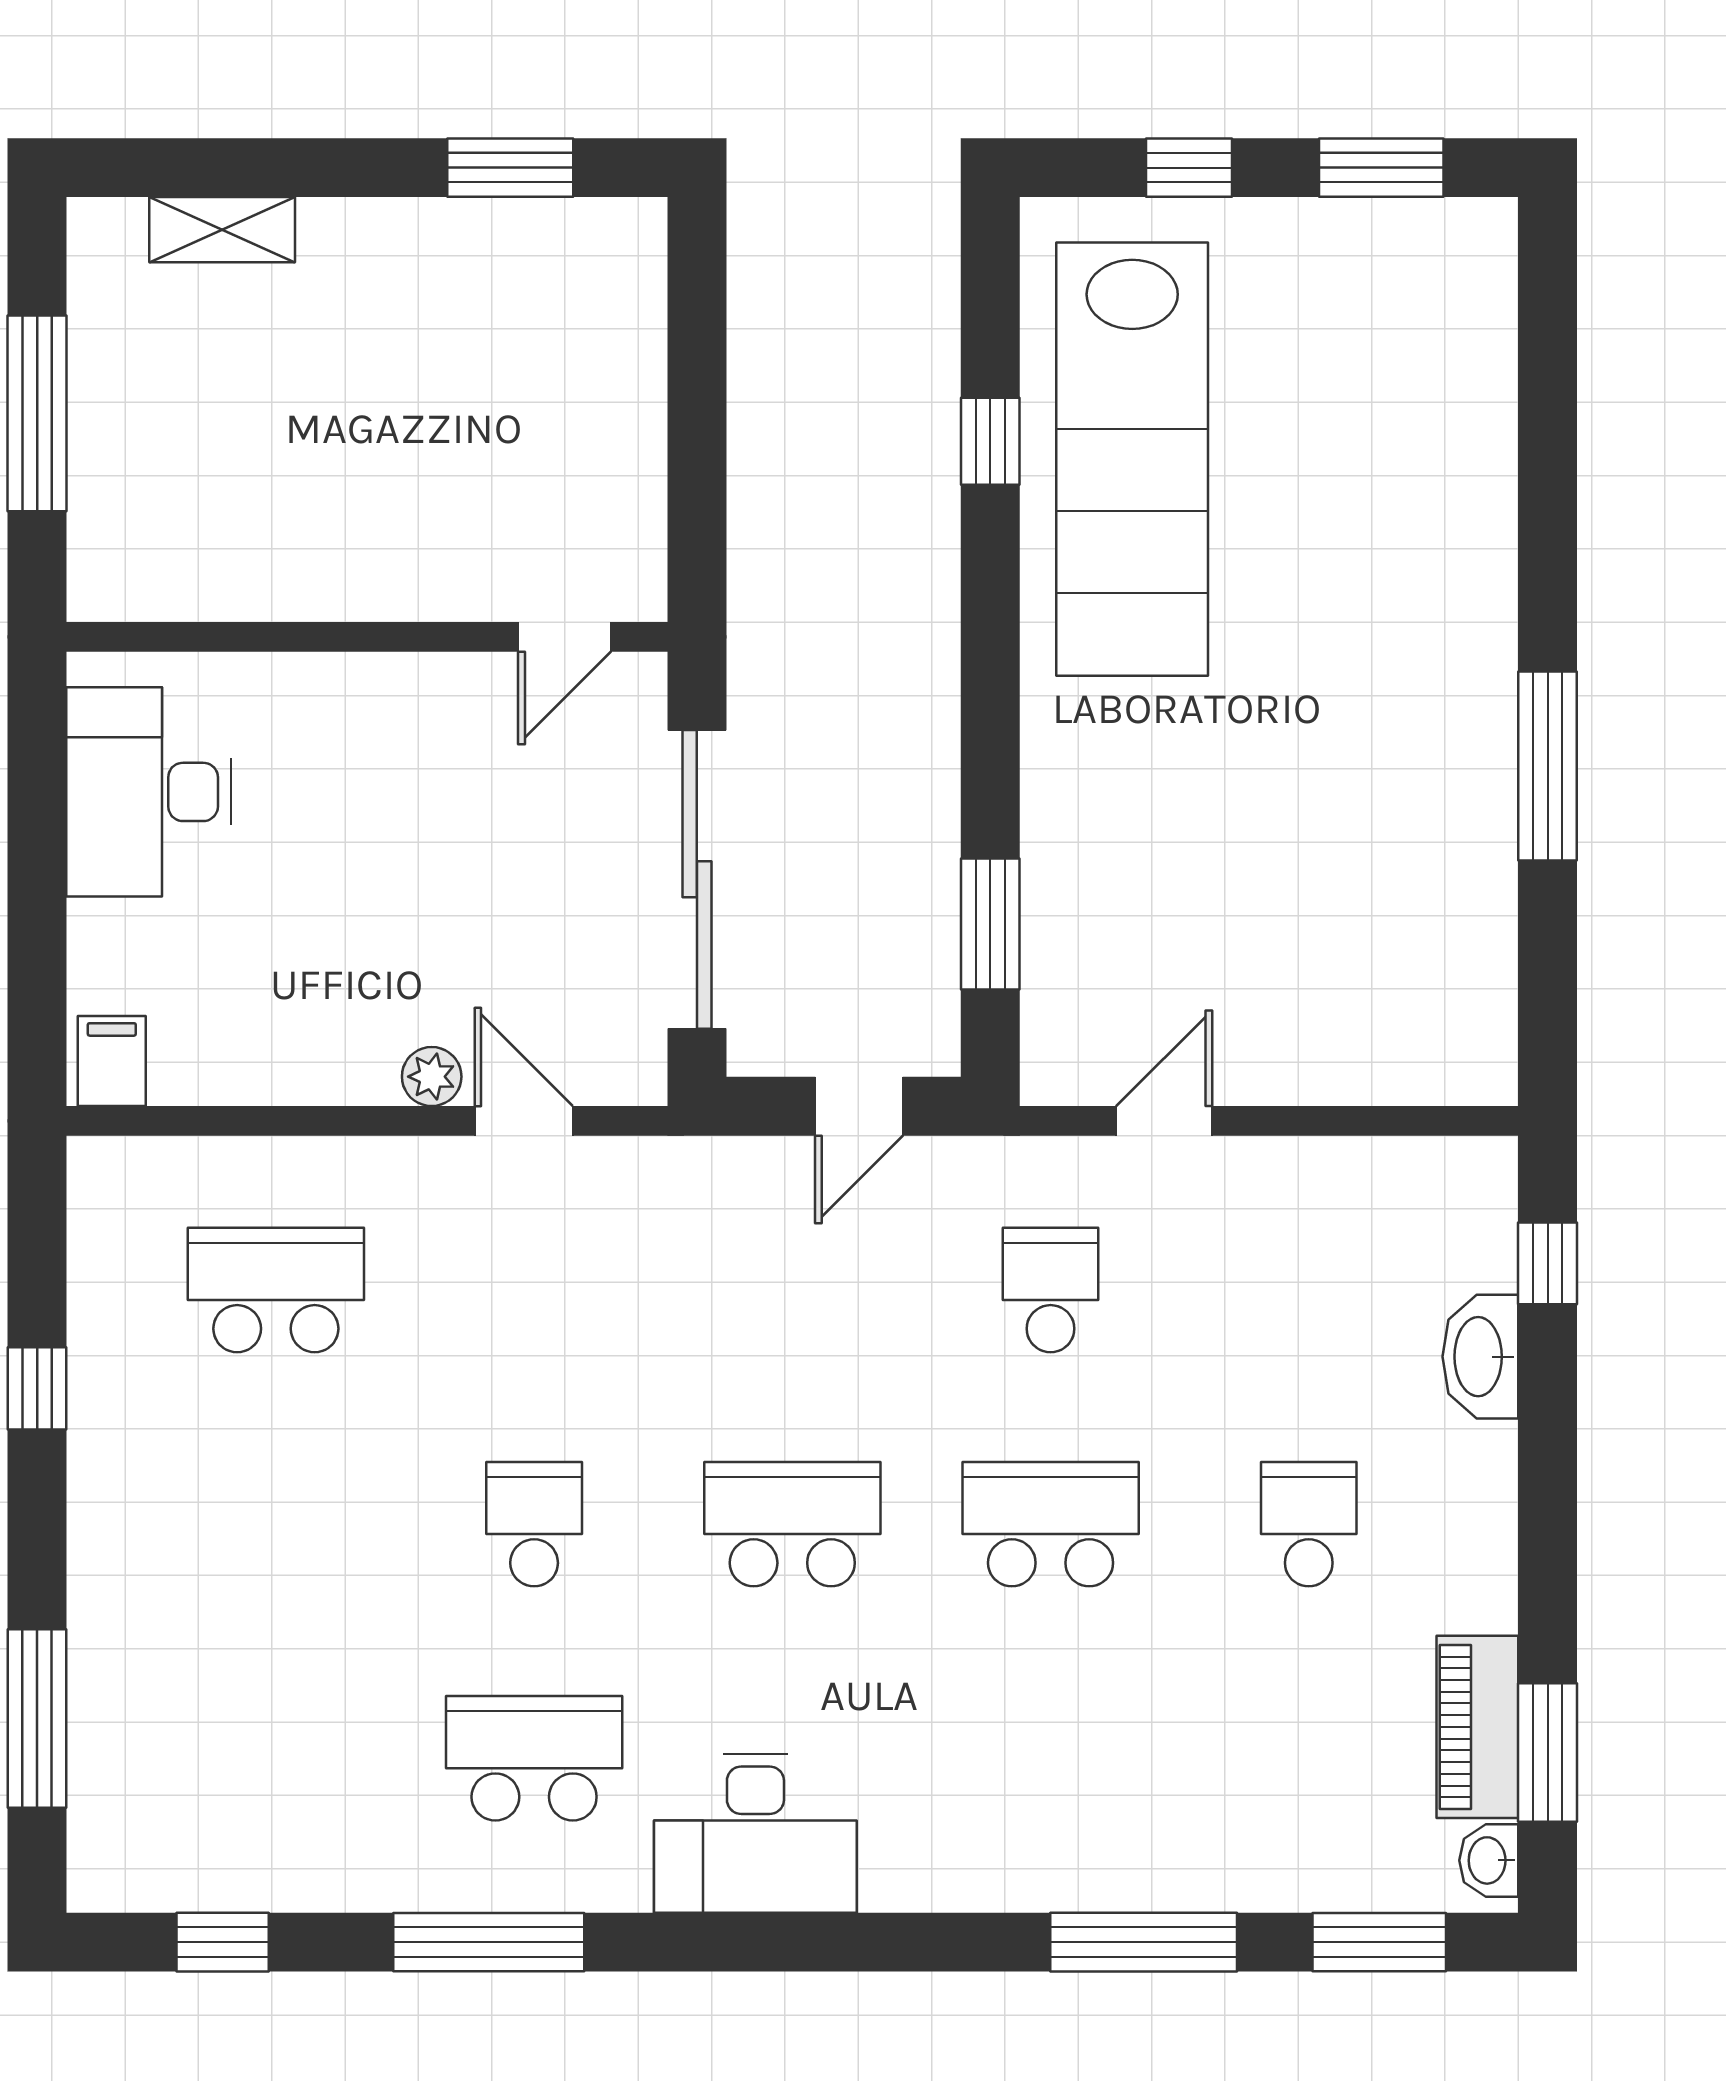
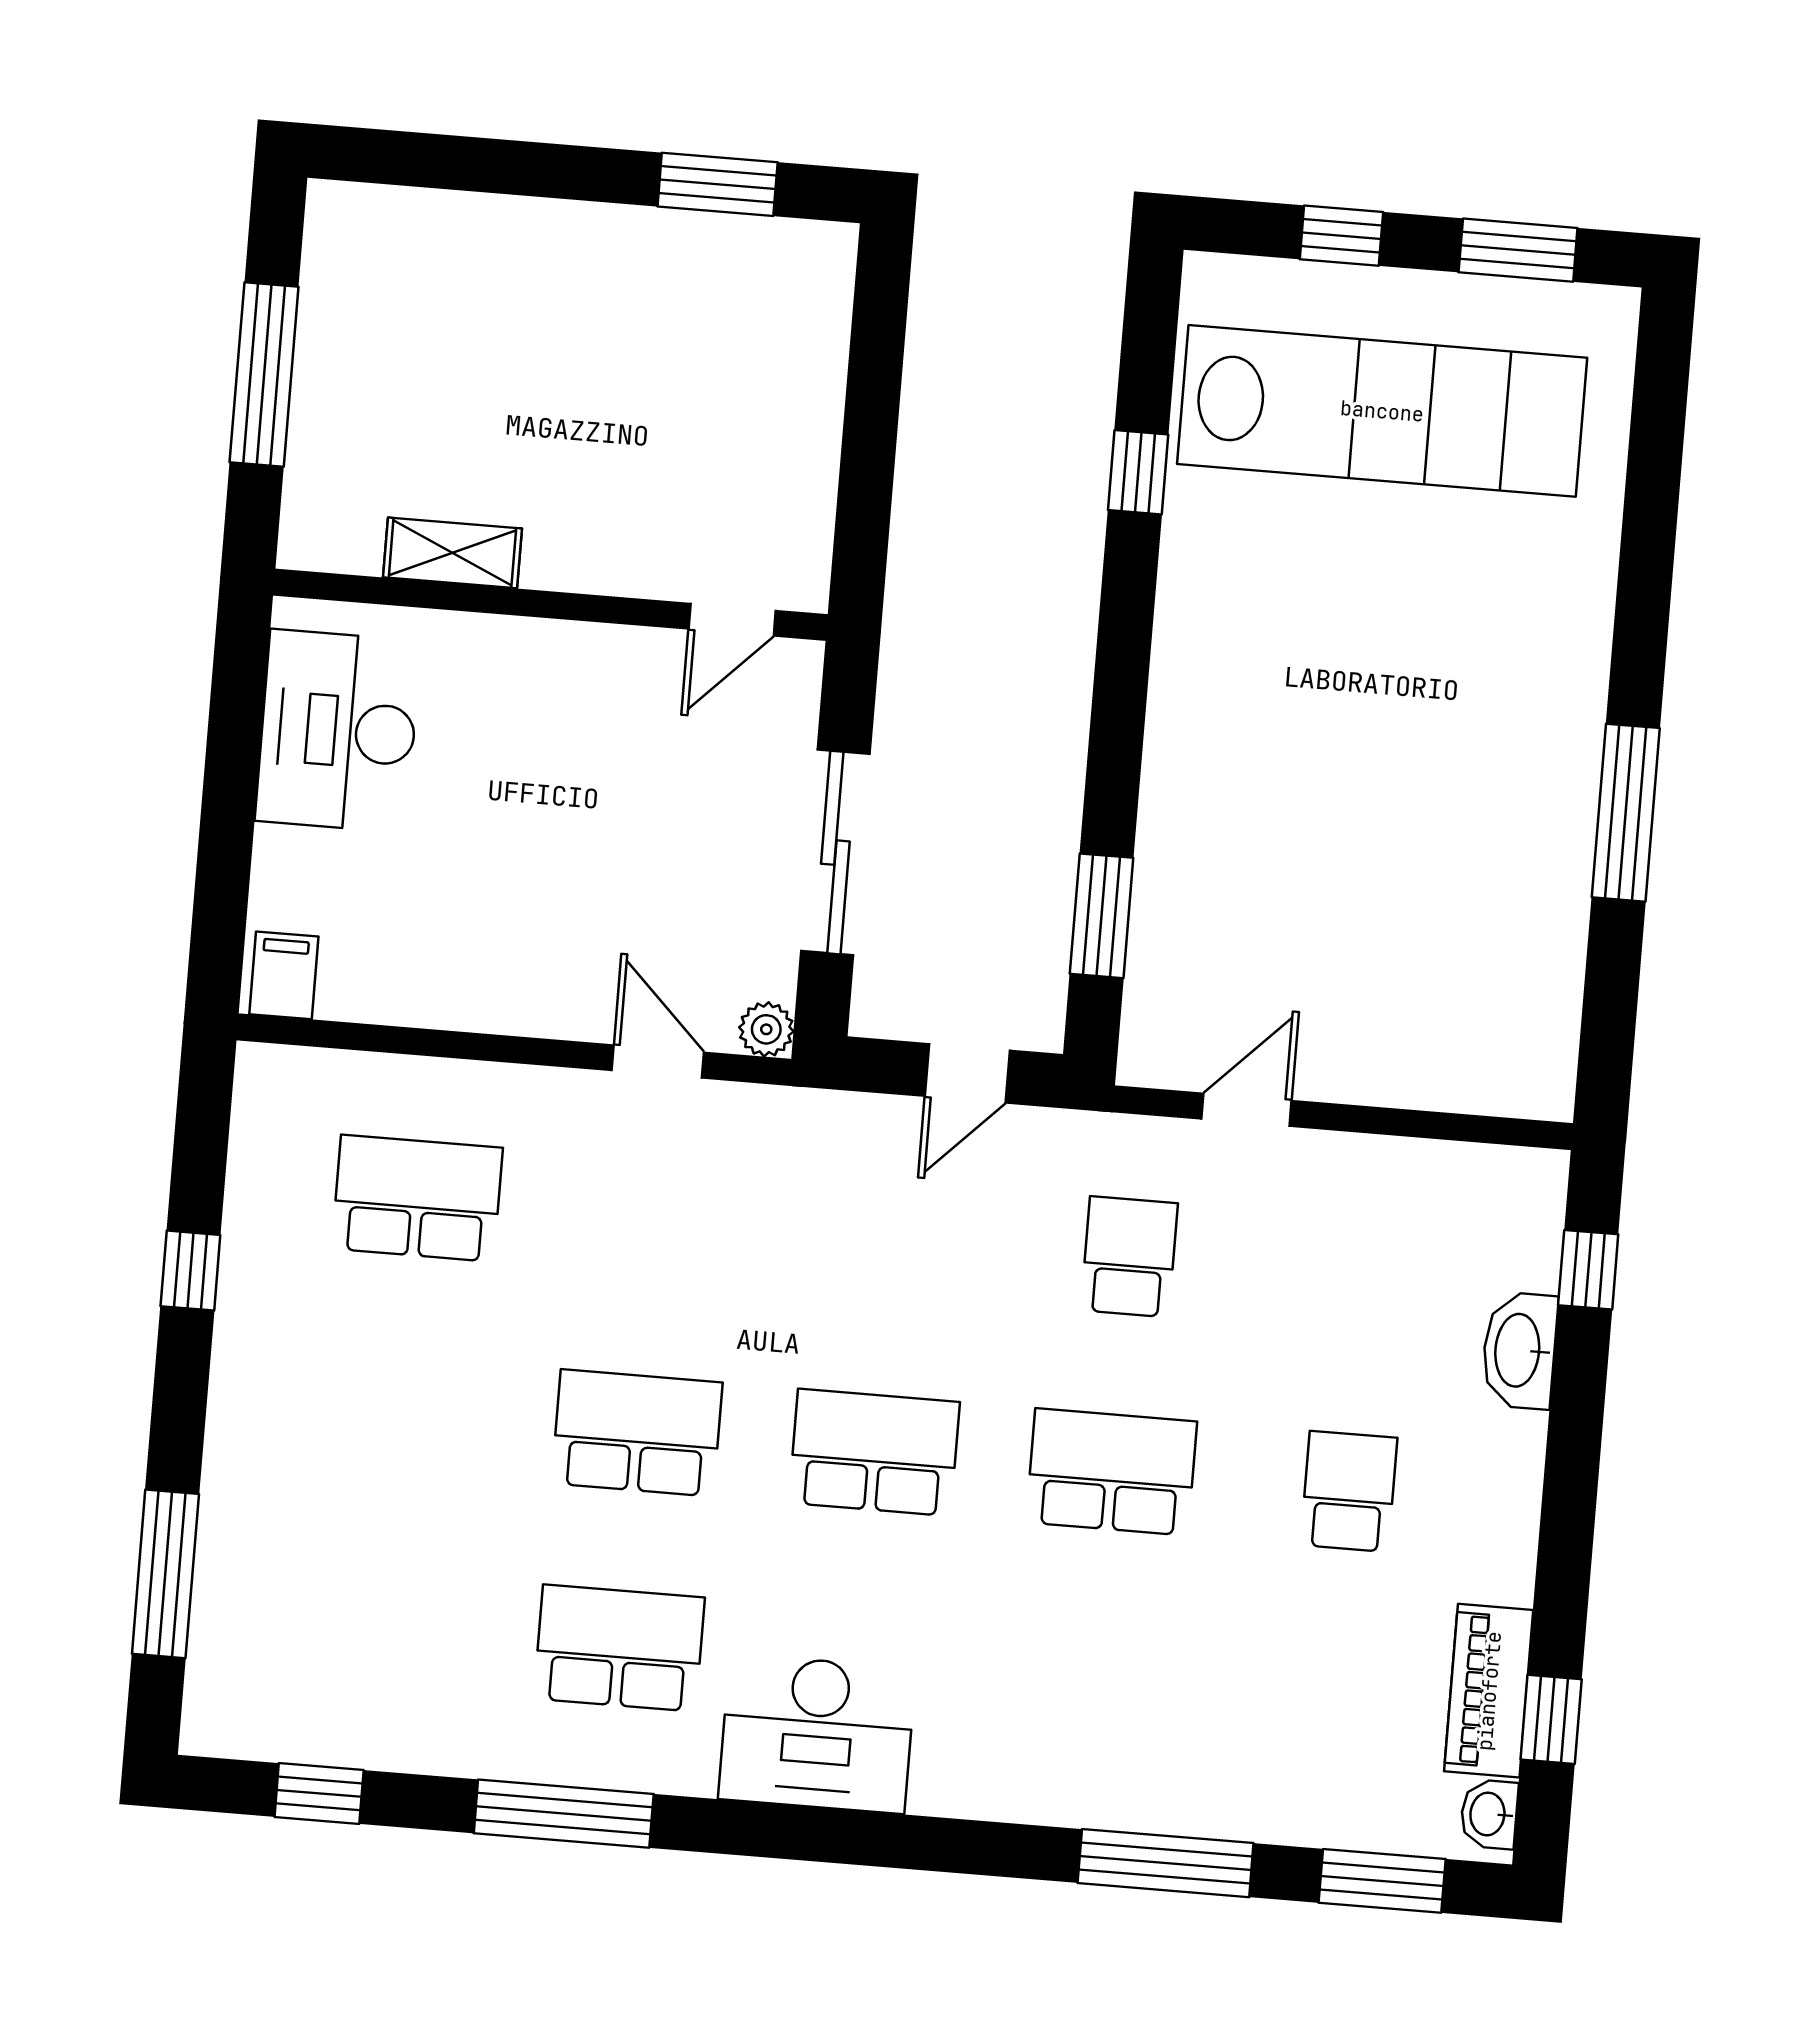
shelving: (222, 230) -> (452, 553), moved
lab bench: (1132, 459) -> (1382, 411), moved, turned -90
sliding door: (697, 879) -> (835, 853), width x0.73
plant: (432, 1077) -> (766, 1029), moved
school desk: (534, 1524) -> (637, 1433), width x1.85
window: (1548, 1753) -> (1551, 1719), width x0.67

